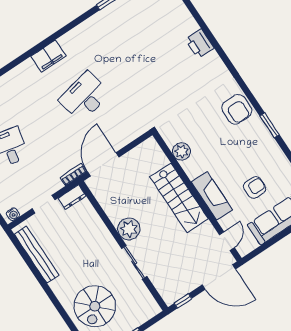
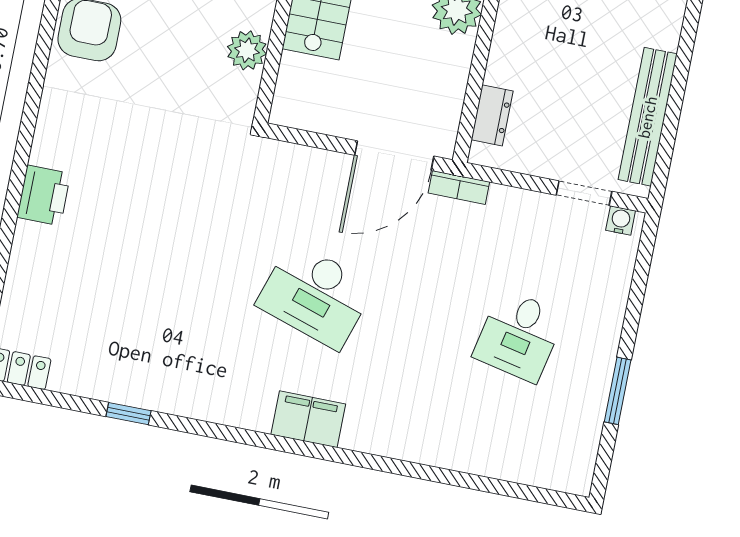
desk: (85, 97) -> (315, 295), turned 30
dresser: (72, 197) -> (492, 115), moved, turned 90
doorway: (43, 204) -> (584, 193), moved

